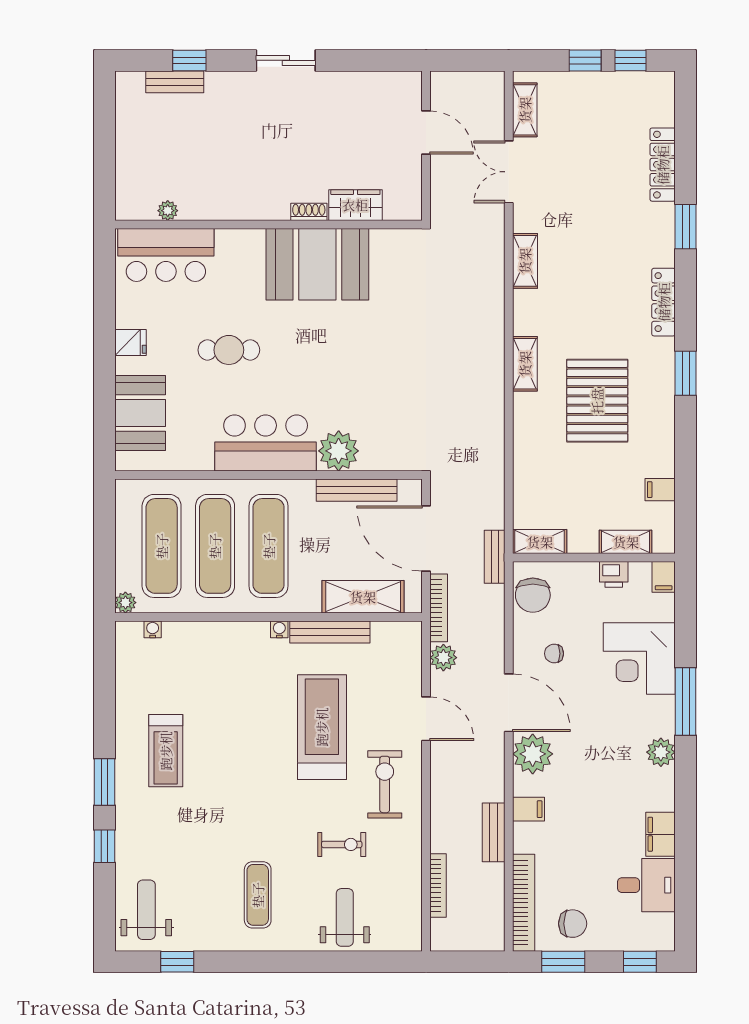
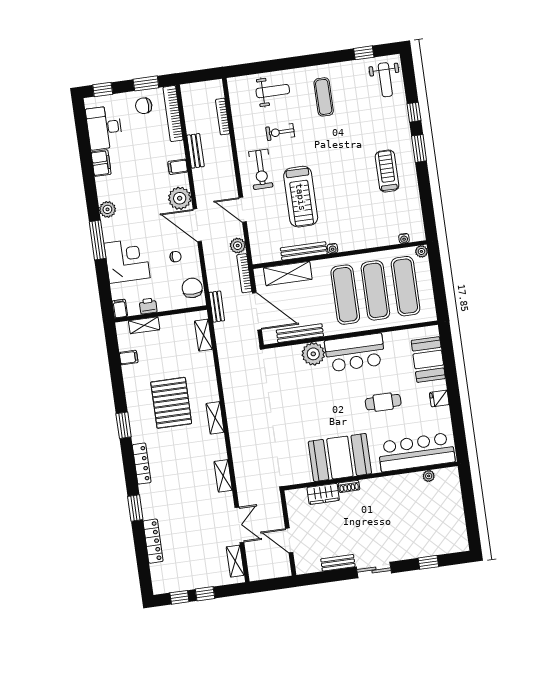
bench: (175, 82) -> (338, 563), moved
bar counter: (166, 255) -> (416, 452), width x1.36
shelving: (540, 542) -> (203, 335), moved, turned 90
desk: (646, 885) -> (104, 128), width x1.37
weight bench: (345, 917) -> (273, 91), turned -90

